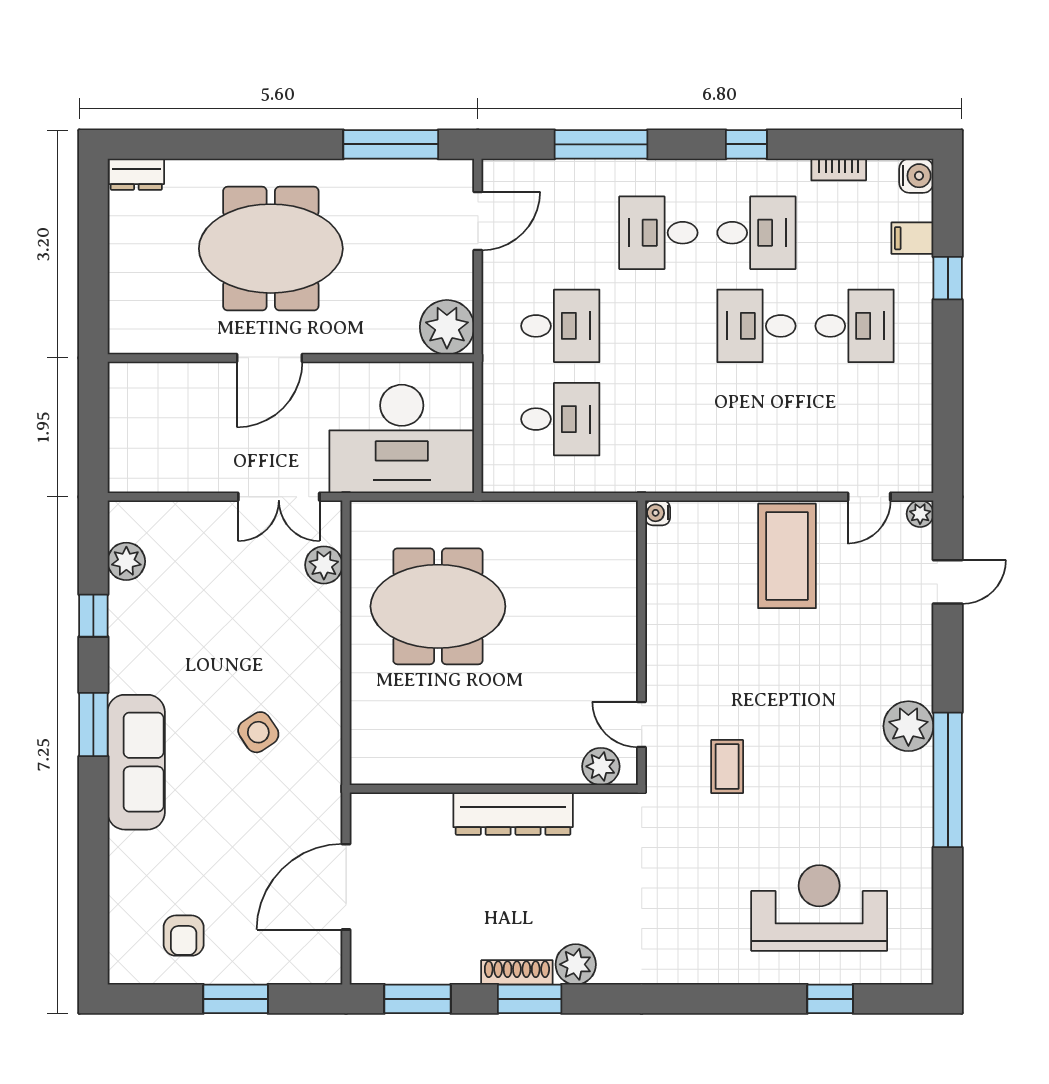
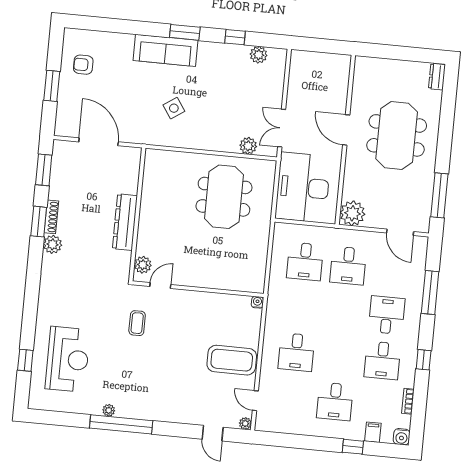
desk: (756, 326) -> (296, 352), moved, turned 180
plant: (908, 726) -> (109, 410), moved, width x0.53, depth x0.53
coffee table: (727, 767) -> (137, 323), turned 90

